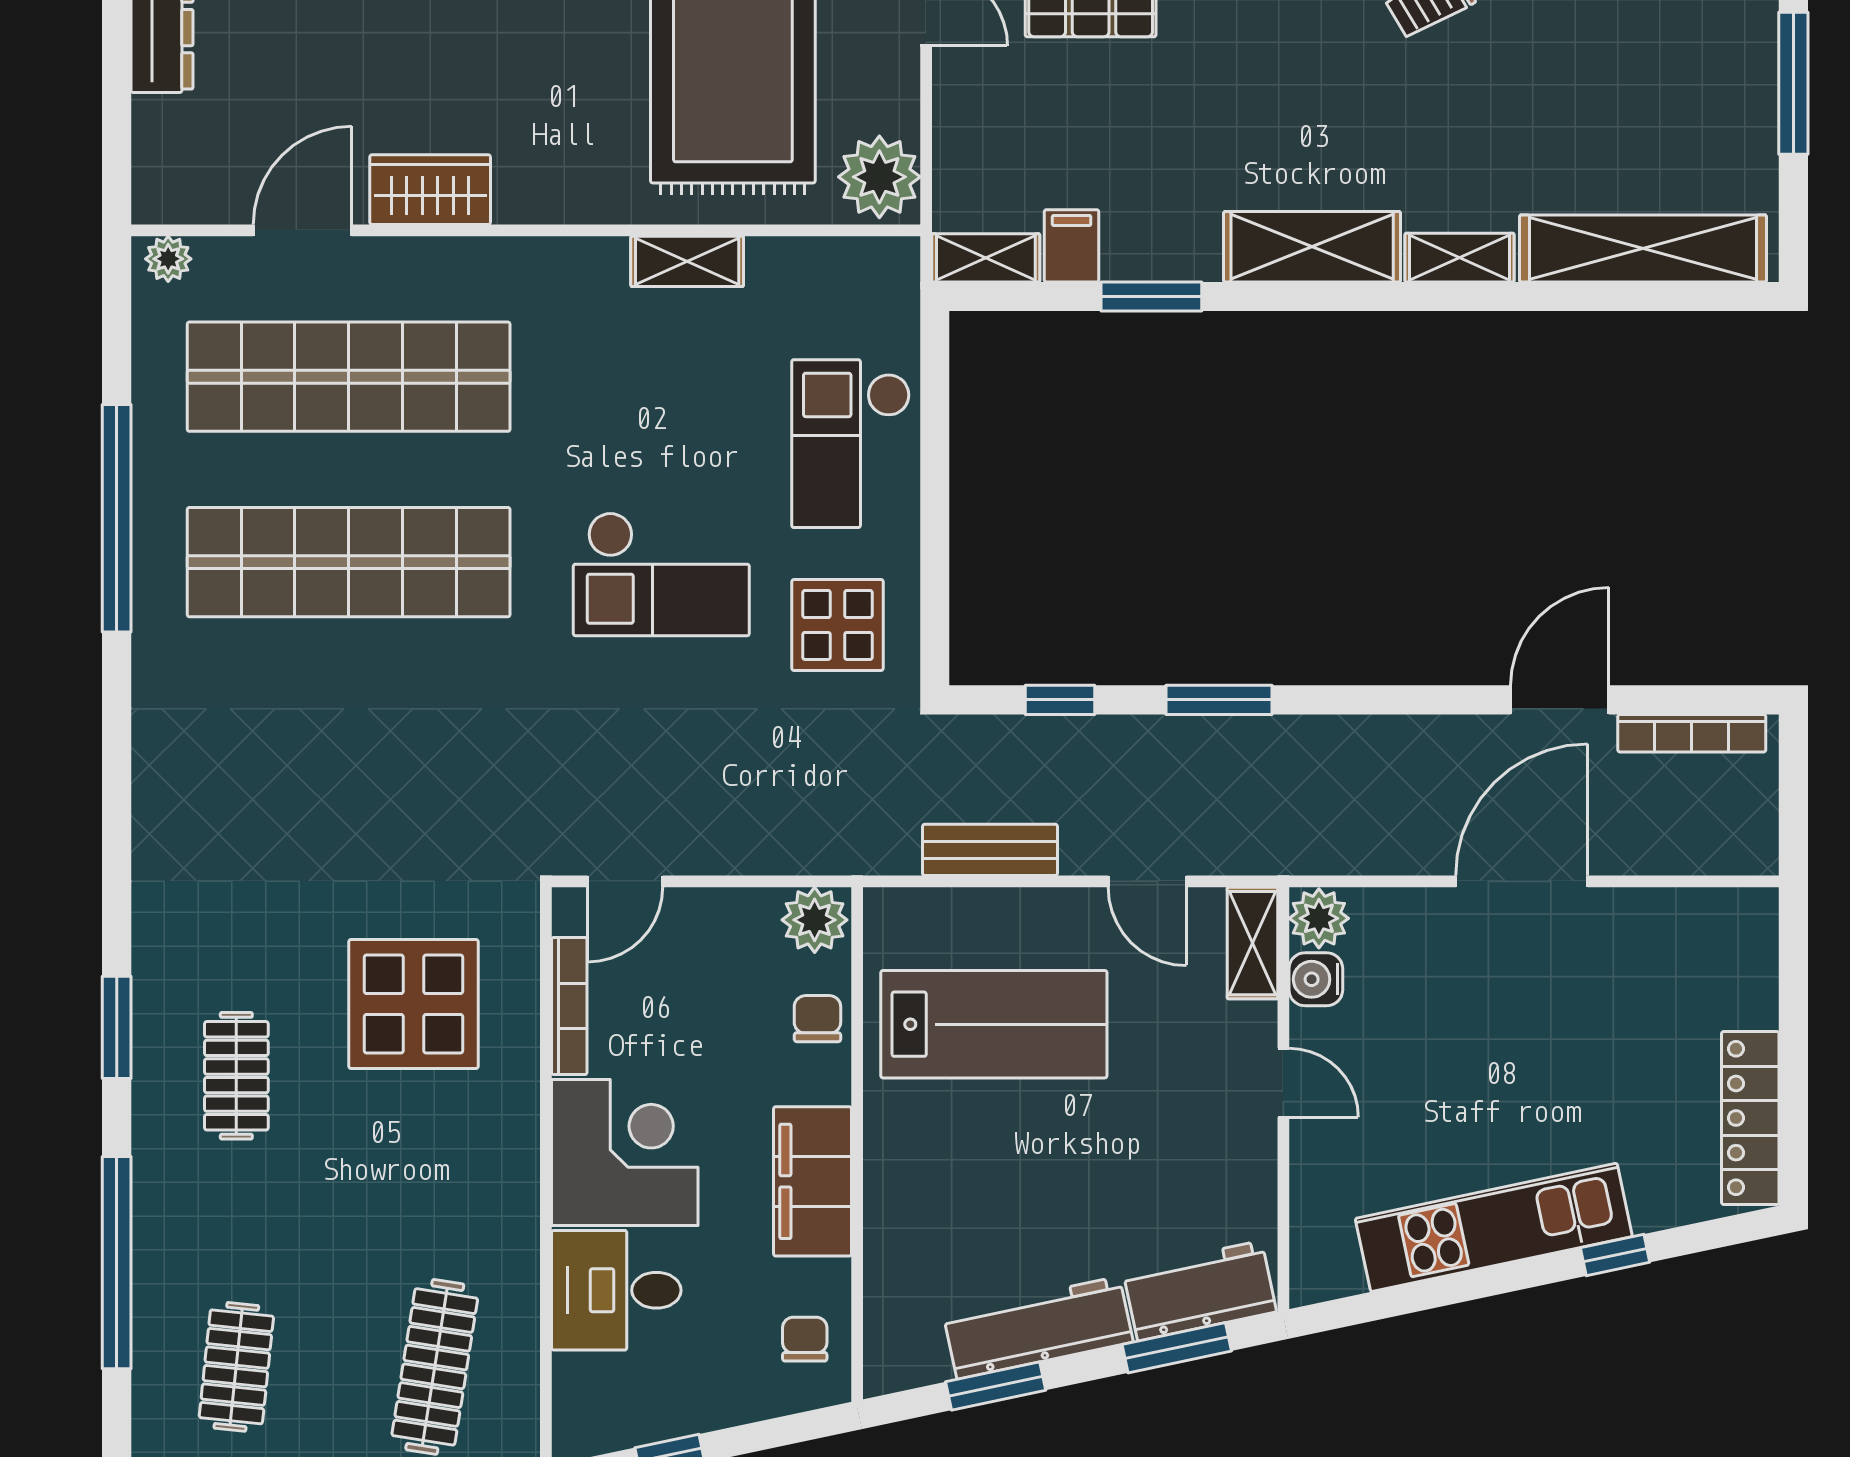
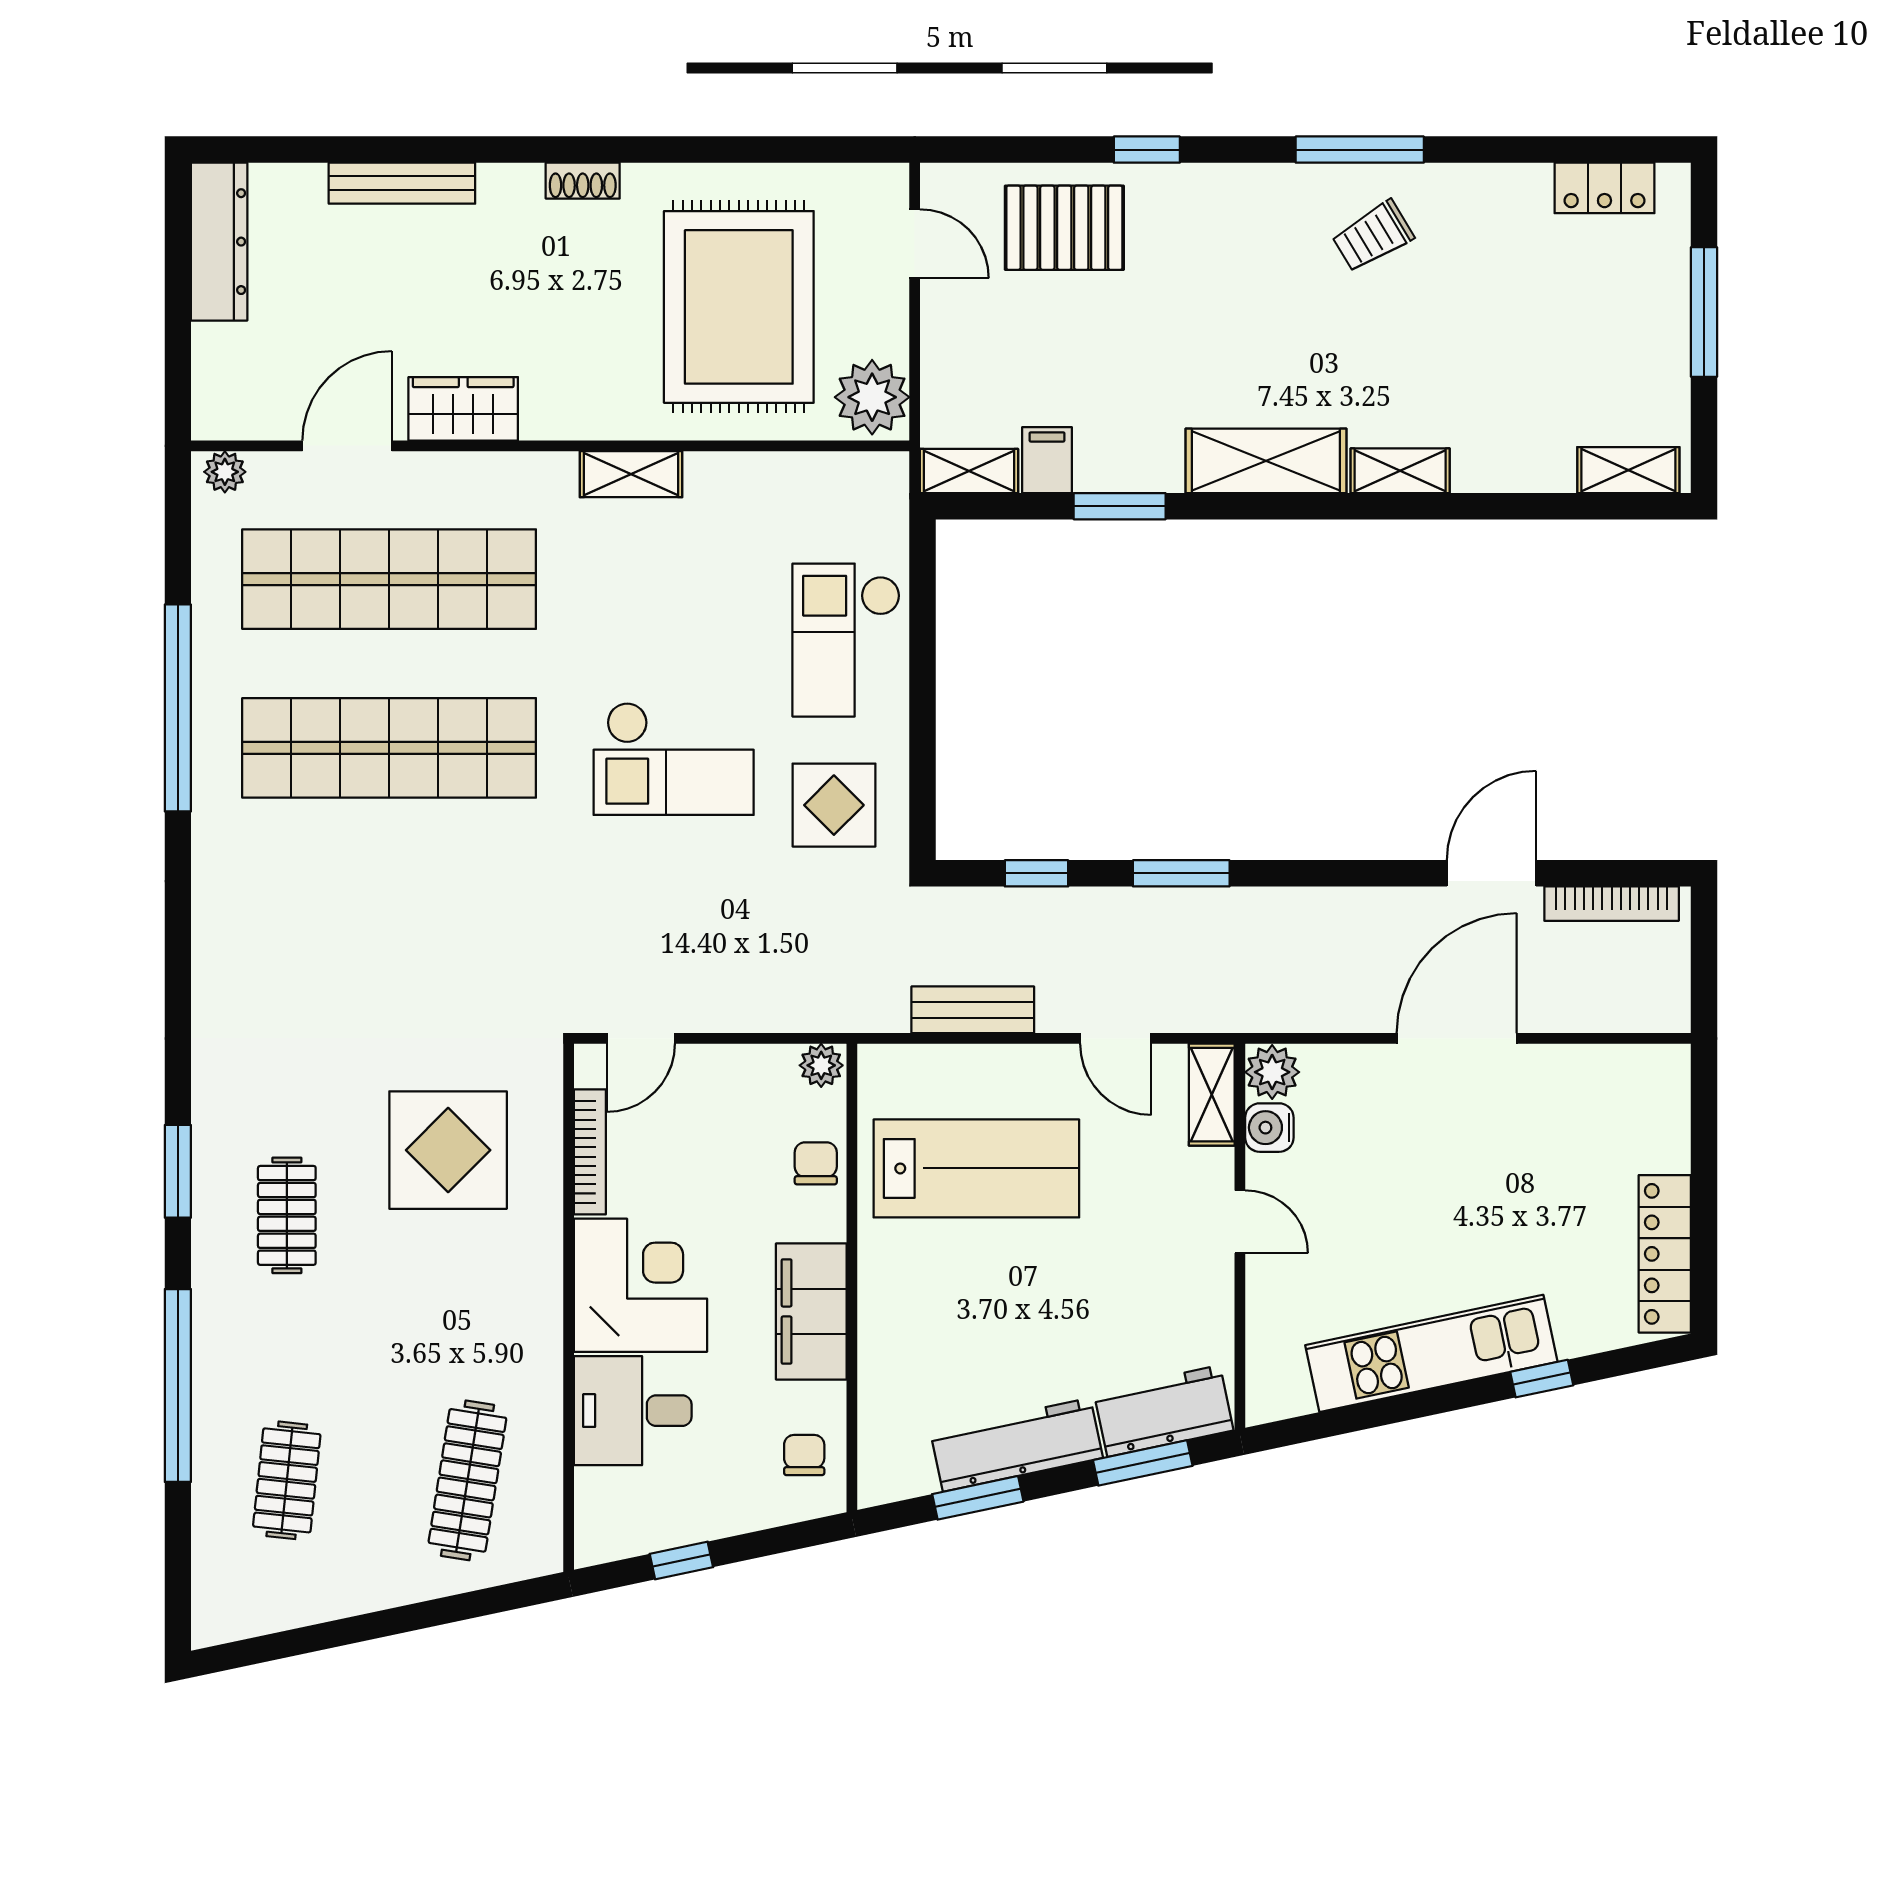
shelving: (1643, 248) -> (1628, 470), width x0.45, depth x0.75
shelving: (687, 261) -> (631, 474), moved
plant: (815, 920) -> (821, 1065), width x0.73, depth x0.73

